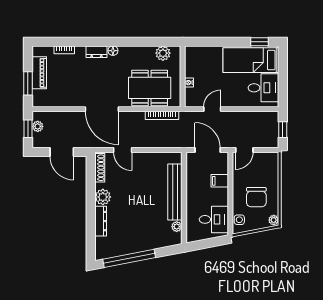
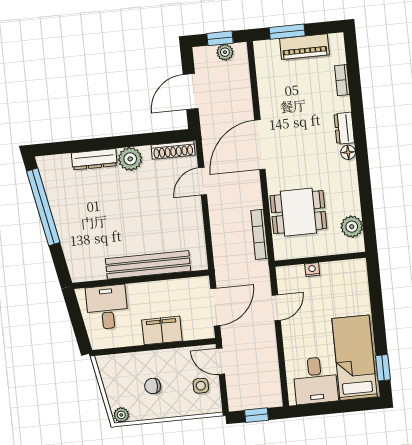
dining table: (150, 88) -> (298, 212), width x0.73
door: (212, 109) -> (276, 308), hinge flipped
filing cabinet: (220, 181) -> (162, 330), width x2.00
chair: (256, 197) -> (153, 386), width x0.54, depth x0.54
desk: (214, 219) -> (107, 307), moved, turned 180
side table: (239, 220) -> (201, 386), moved
plant: (177, 227) -> (97, 273), removed

